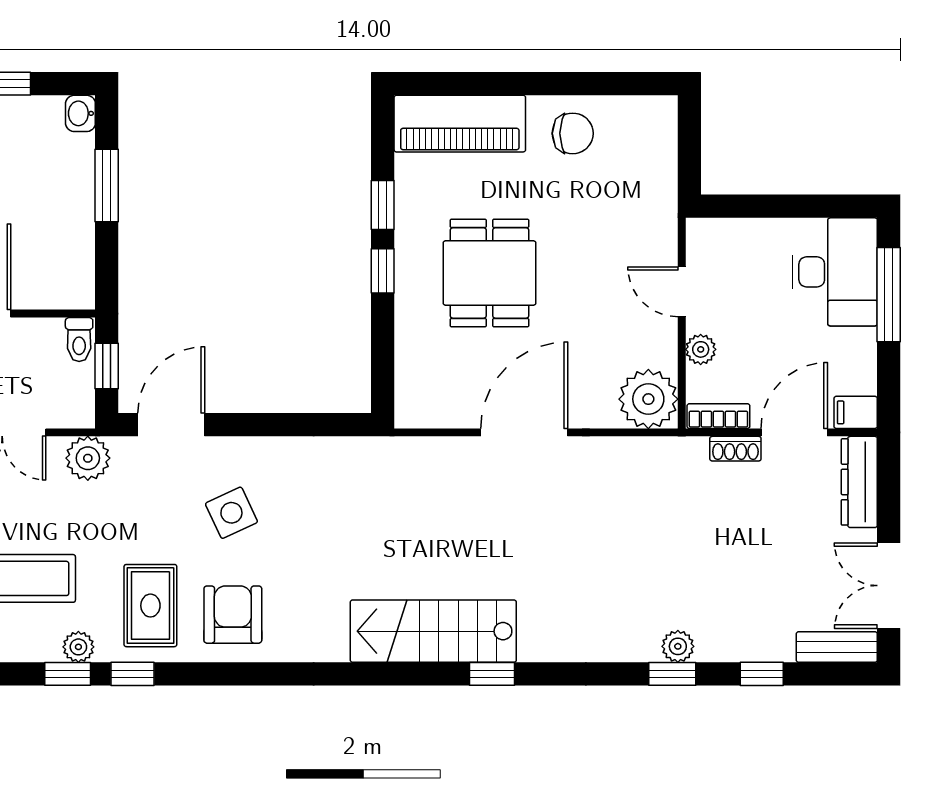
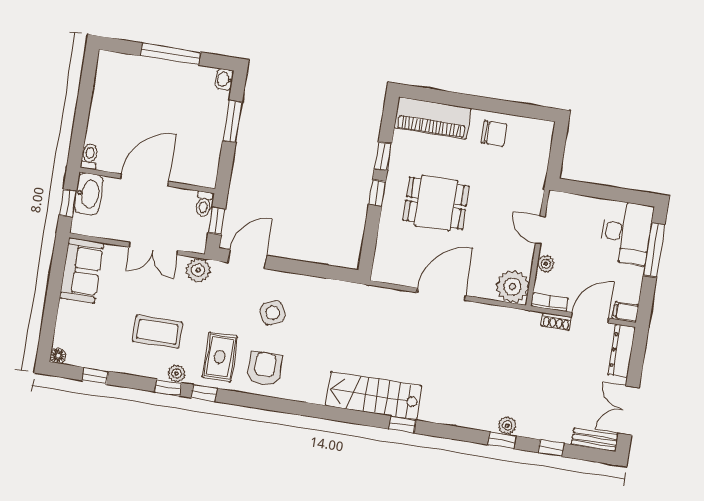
dining table: (490, 273) -> (436, 203), turned 90

